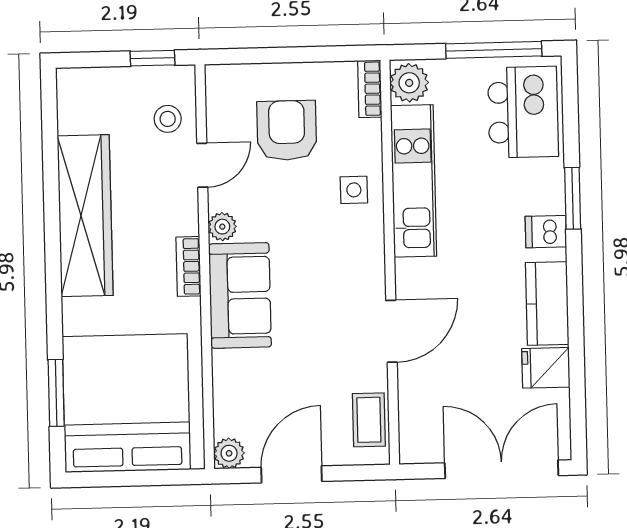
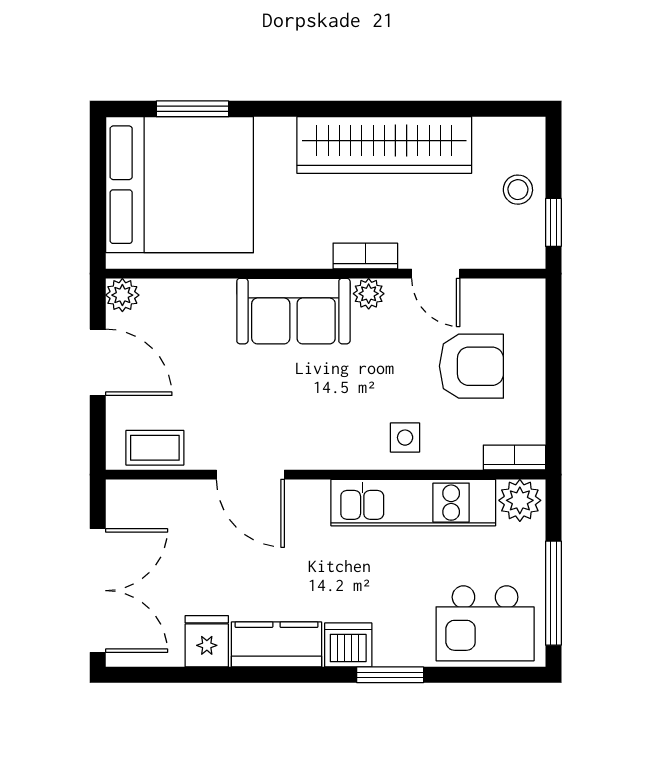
stool: (168, 119) -> (518, 190), moved
dishwasher: (546, 232) -> (348, 645), width x1.38
bookcase: (189, 266) -> (365, 256), moved

